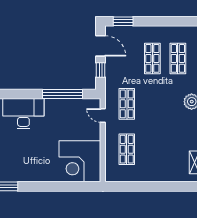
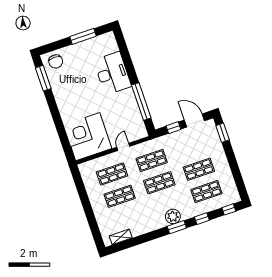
door: (101, 46) -> (194, 120), swing flipped
shop shelf: (152, 104) -> (159, 183), added
door: (103, 115) -> (123, 147), moved
shop shelf: (152, 149) -> (120, 196), added

